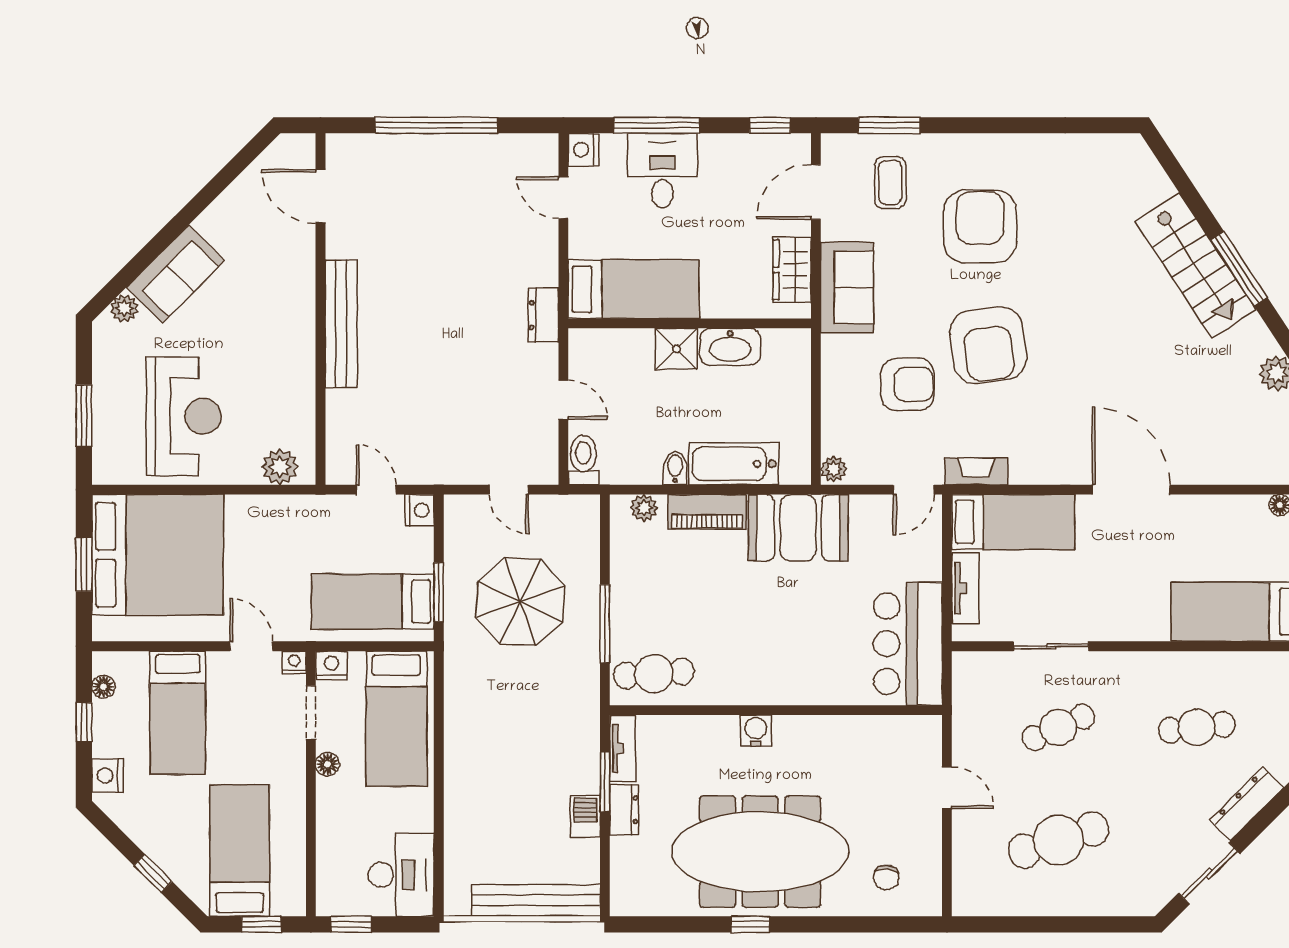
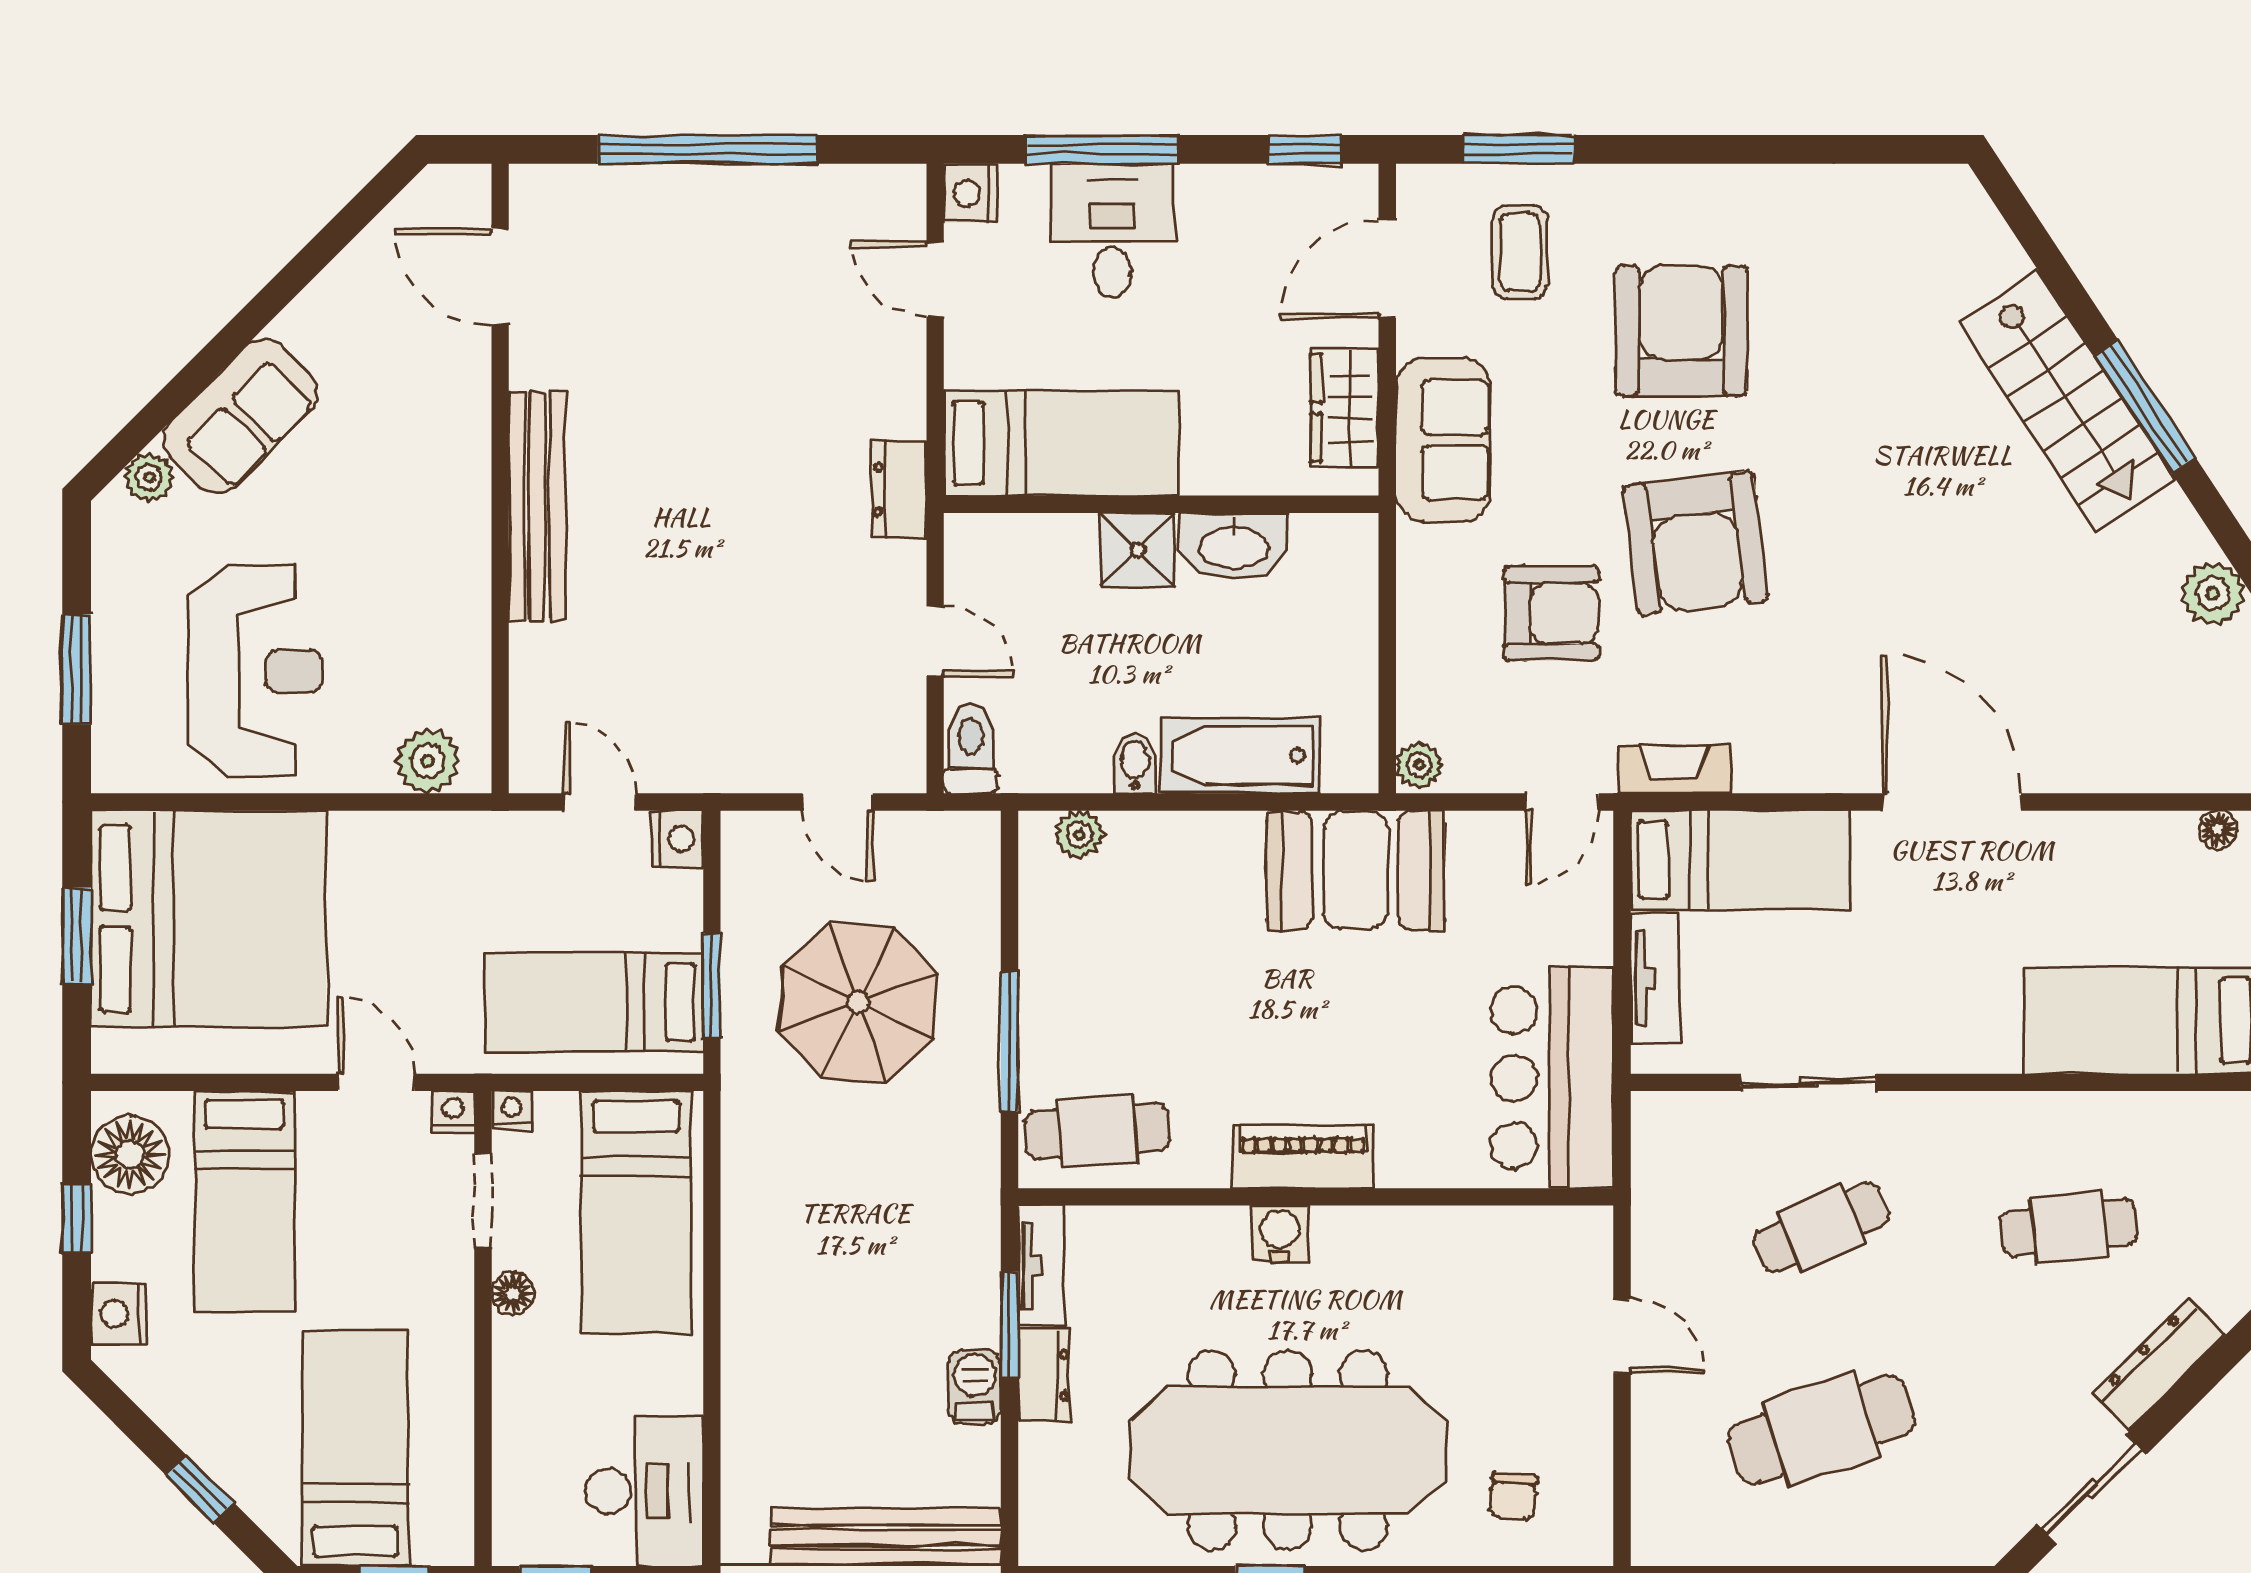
piano: (707, 512) -> (1303, 1157), moved, turned 180
nightstand: (331, 666) -> (512, 1110), width x0.72, depth x0.74
floor lamp: (103, 687) -> (130, 1155), width x1.89, depth x1.89

